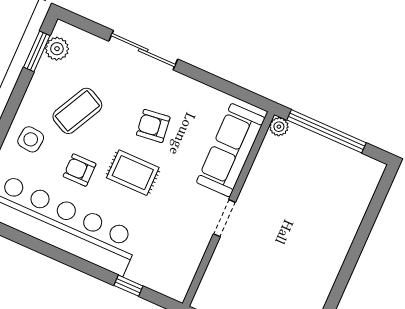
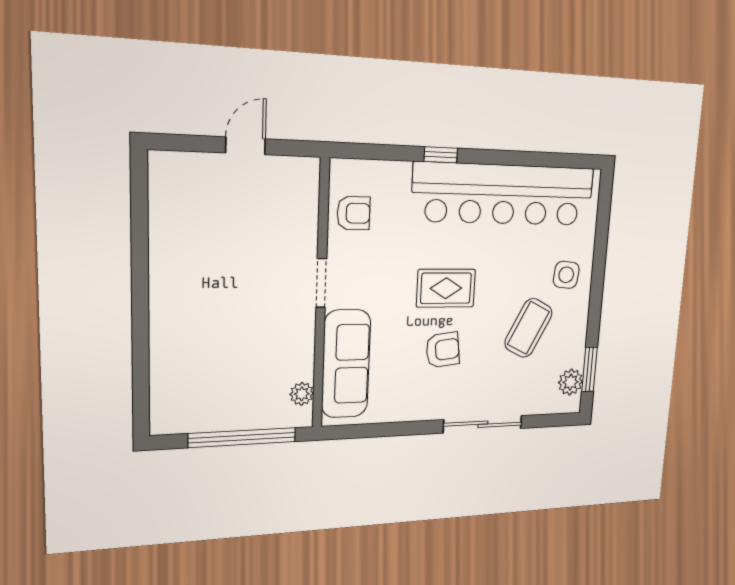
plant: (279, 127) -> (302, 394), moved
armchair: (80, 170) -> (354, 213), moved
window: (128, 286) -> (441, 155), moved

